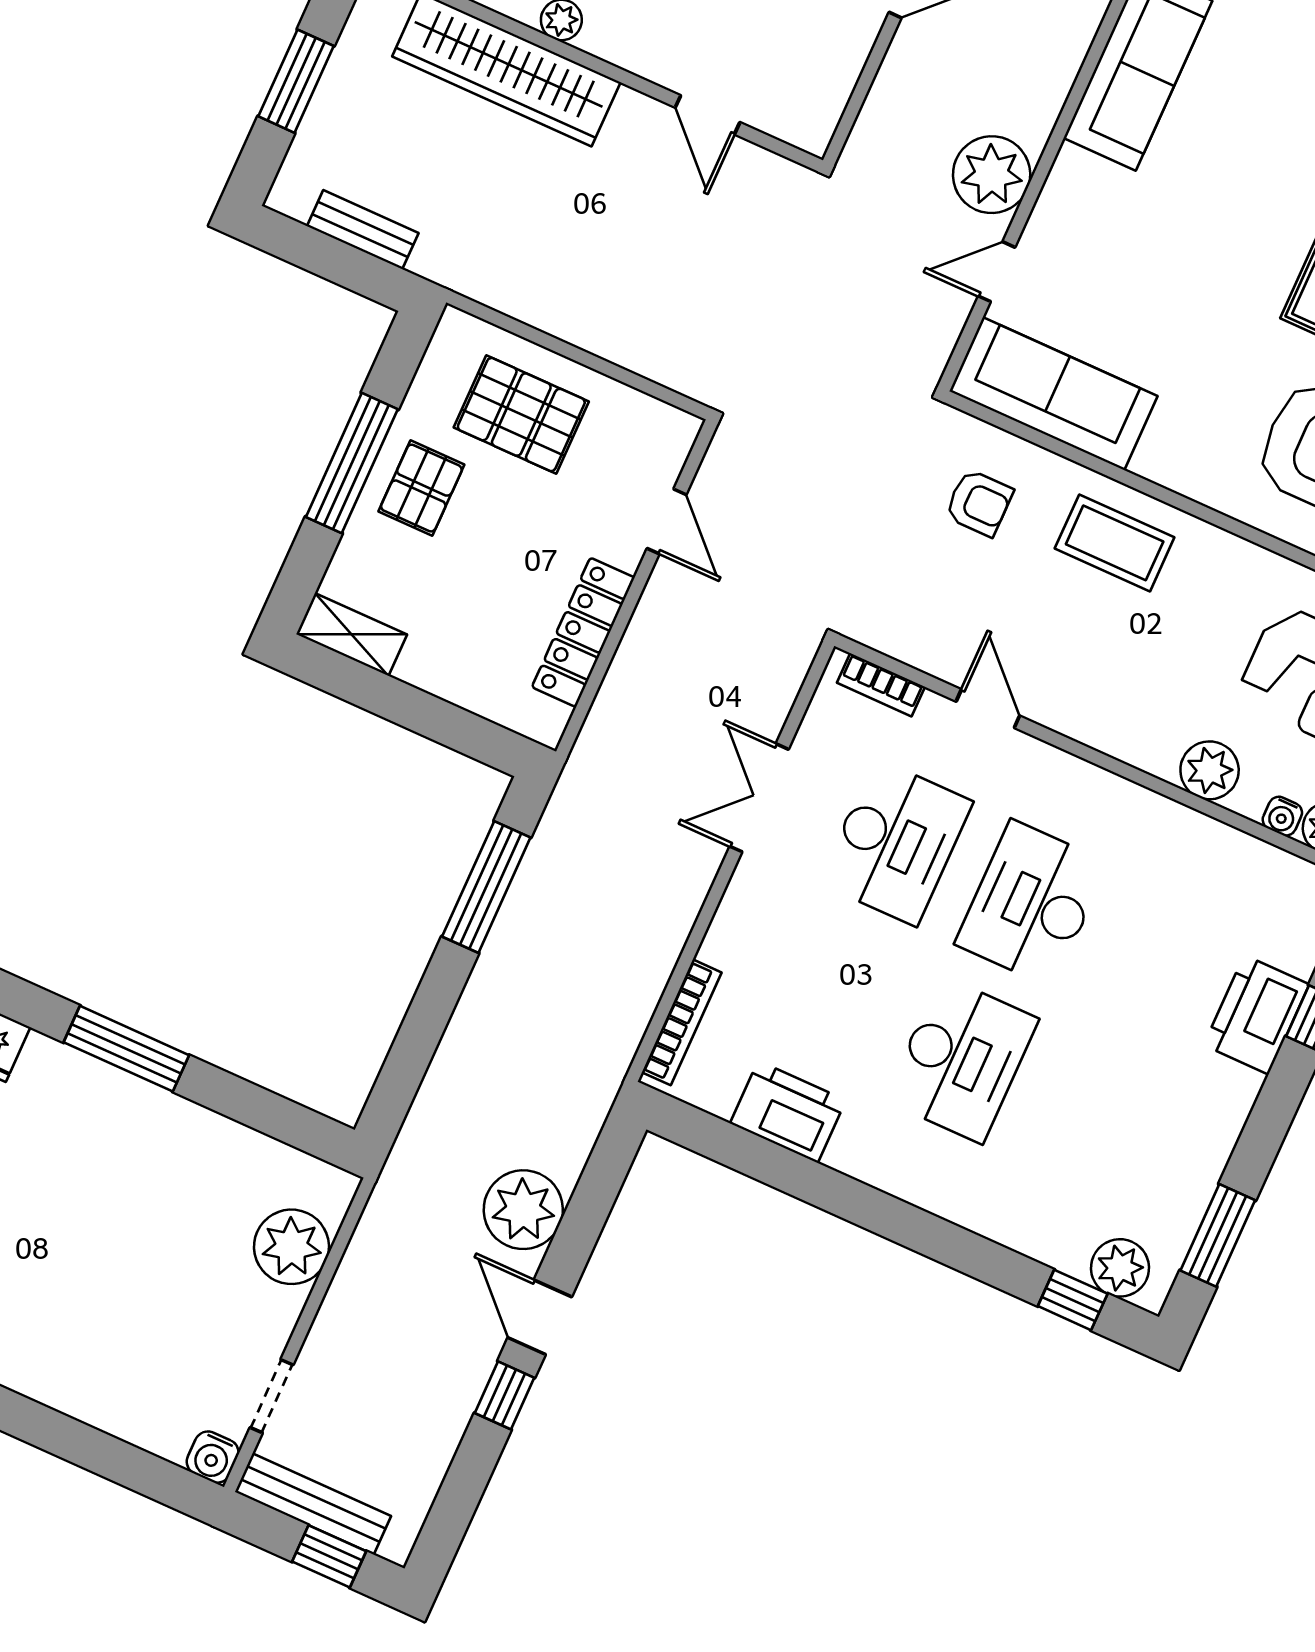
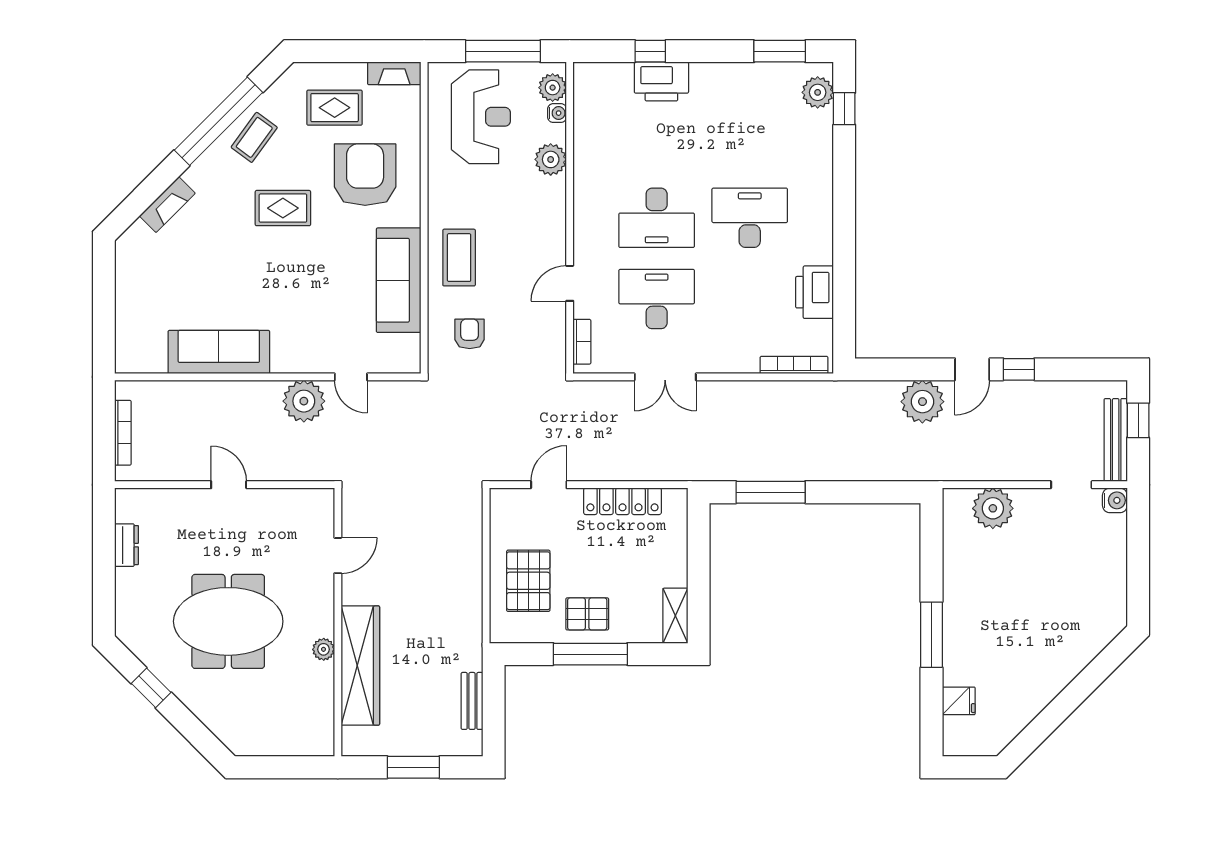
sofa: (1053, 394) -> (399, 280), moved

